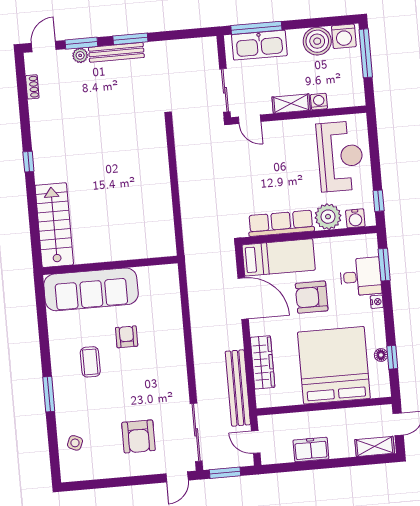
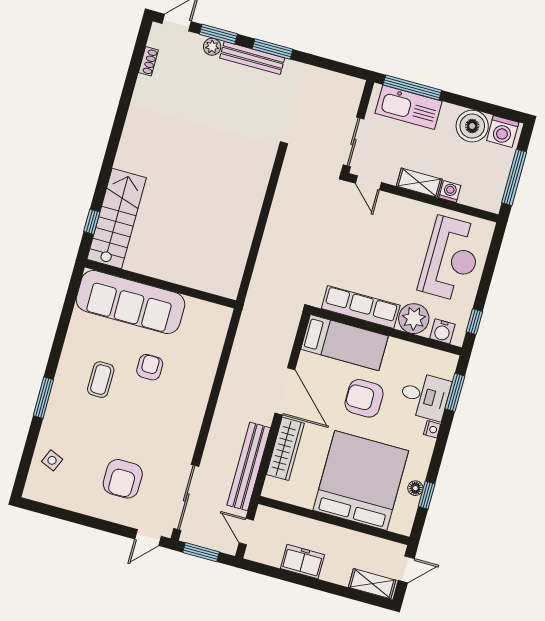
window: (366, 53) -> (514, 177), moved
window: (28, 162) -> (92, 222), moved
door: (243, 298) -> (285, 391), moved

